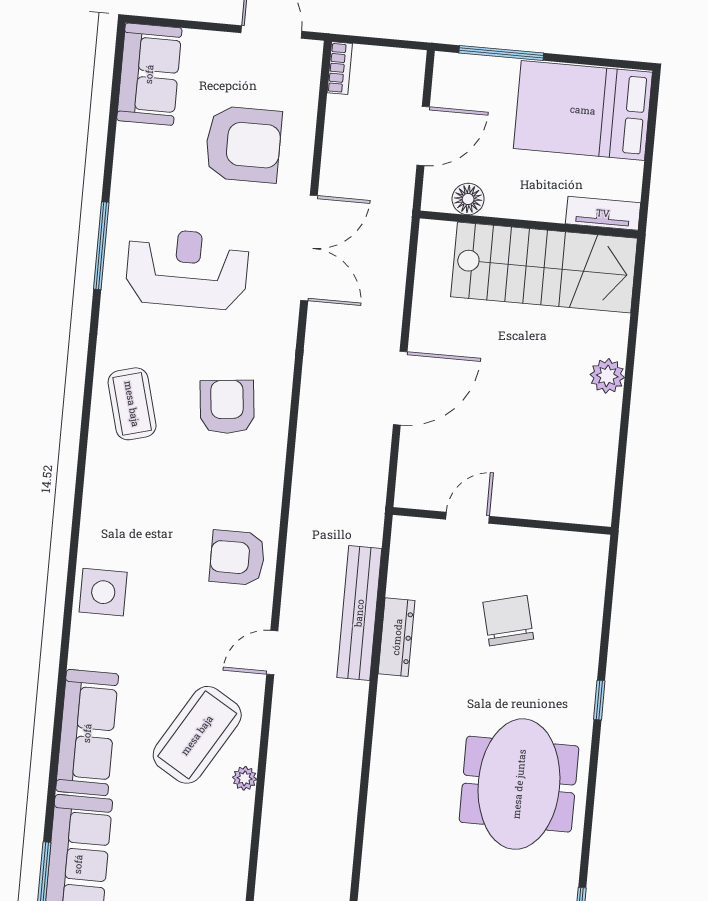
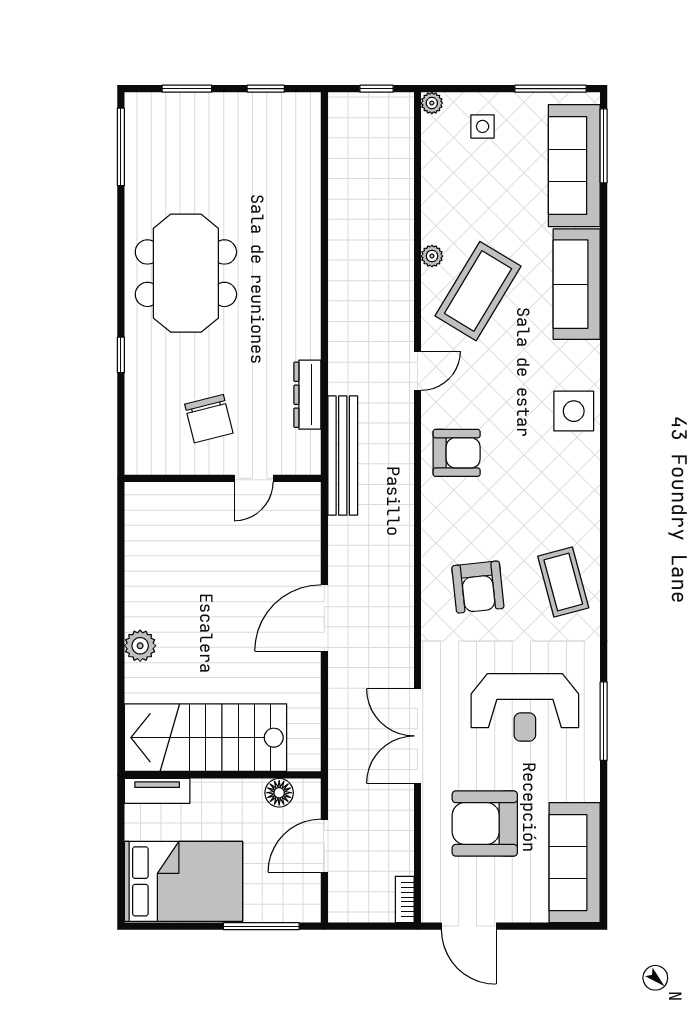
sofa: (149, 74) -> (575, 863), width x1.36
door: (468, 518) -> (254, 478), moved
wall: (502, 521) -> (223, 478), moved
bench: (359, 613) -> (343, 456), moved

